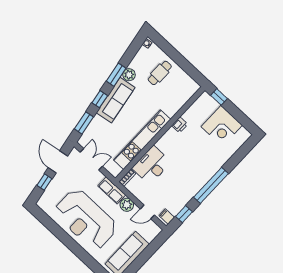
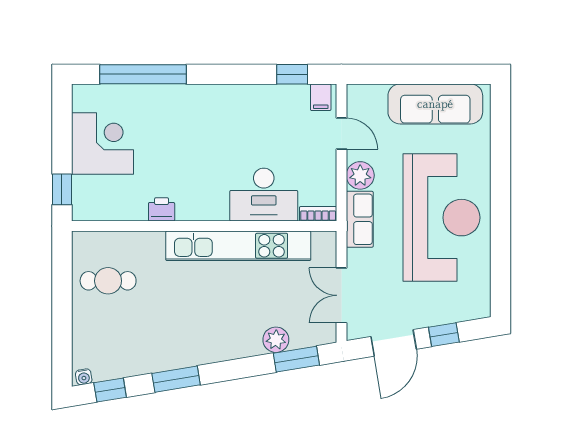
cafe table: (160, 73) -> (108, 281), moved
plant: (129, 75) -> (276, 340), moved
window: (100, 99) -> (110, 390), moved
sofa: (116, 100) -> (216, 343), removed
window: (211, 185) -> (143, 74), moved

